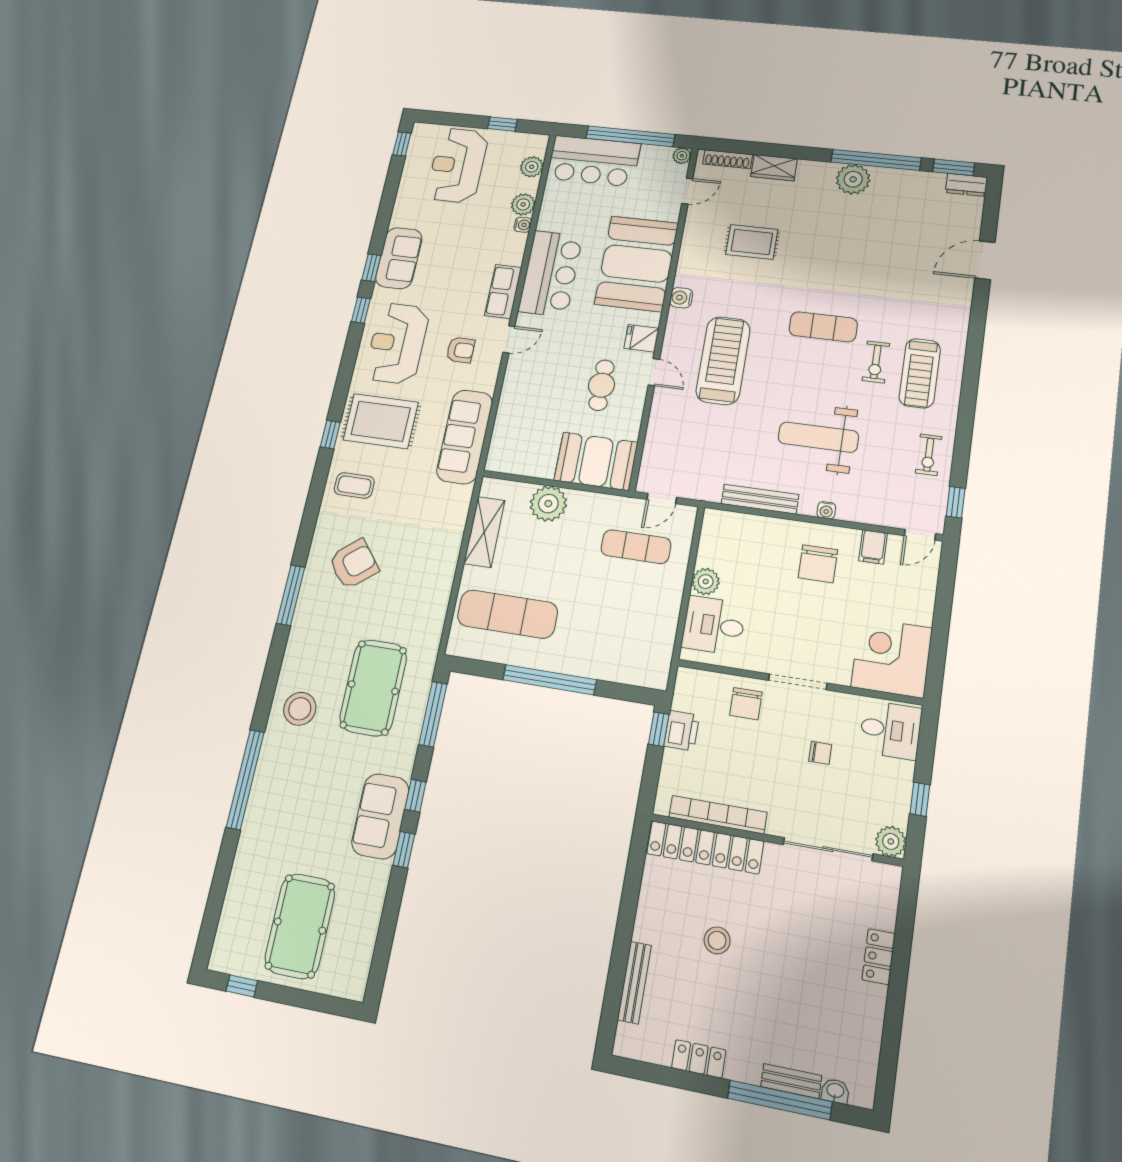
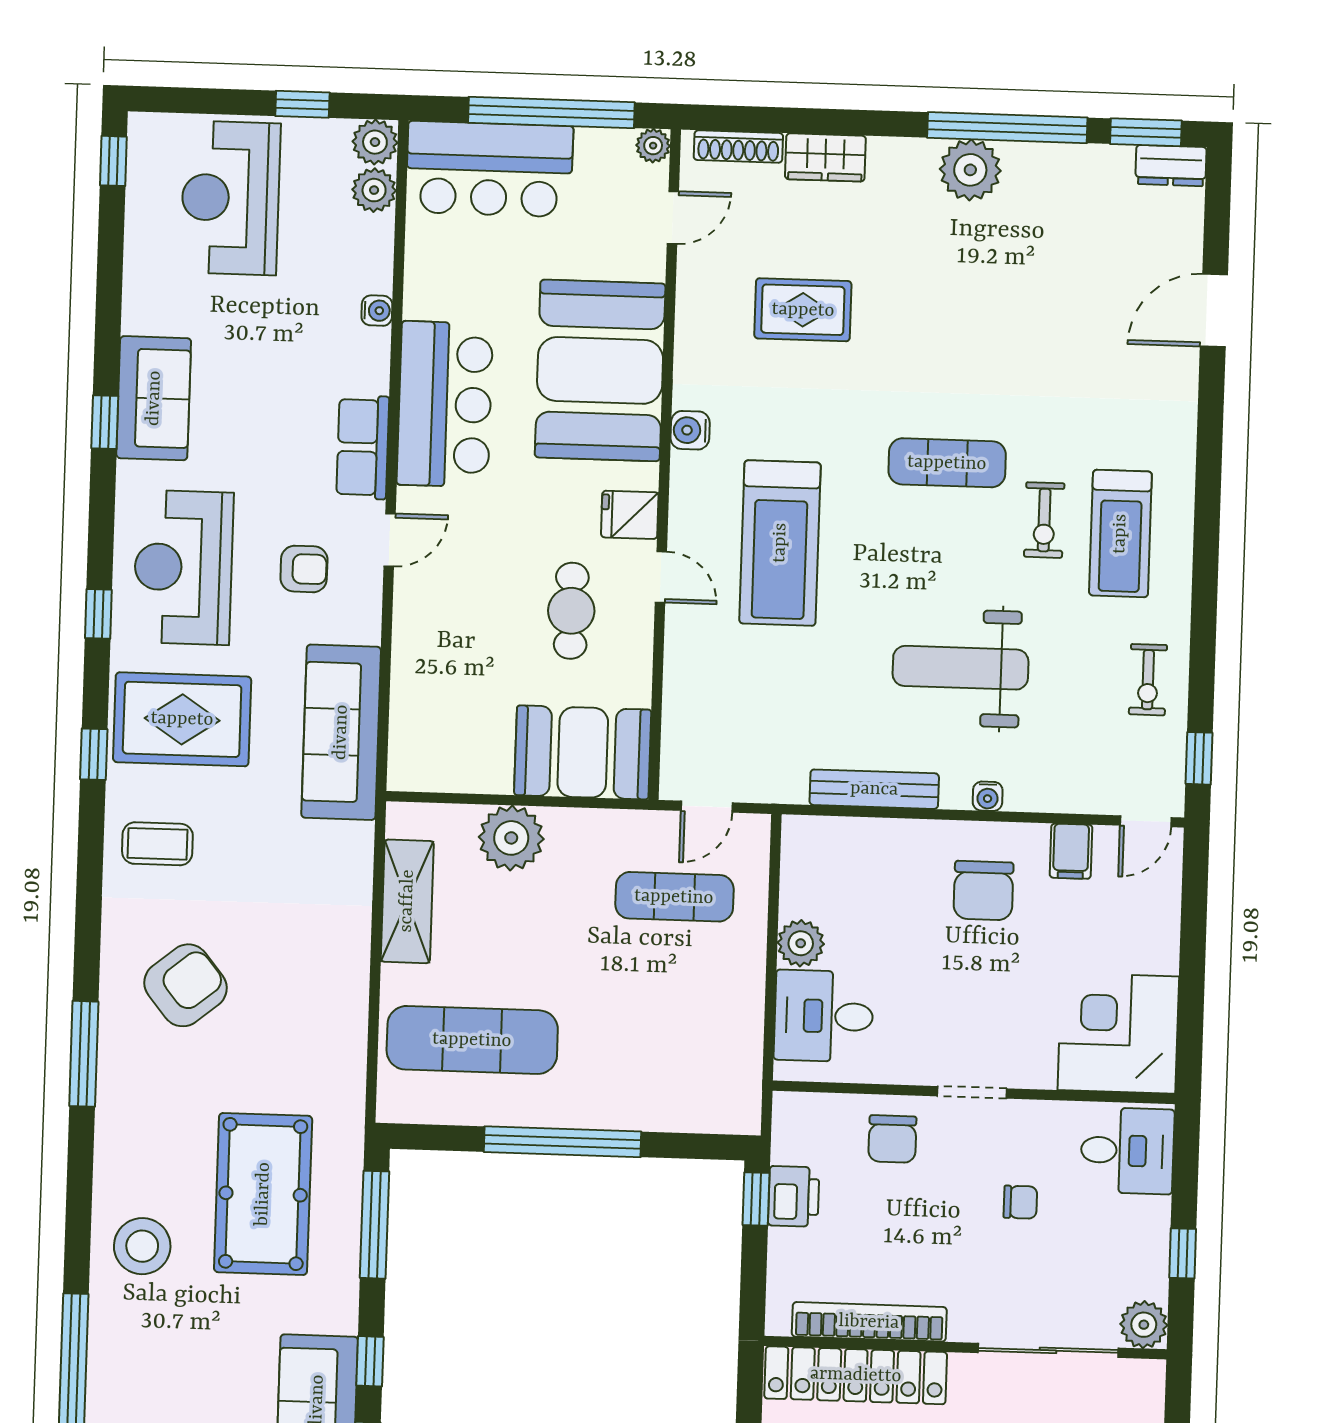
plant: (523, 204) -> (375, 142), moved
window: (361, 310) -> (98, 614), moved
treadmill: (723, 361) -> (780, 543), turned 180
doorway: (798, 682) -> (972, 1092), width x0.73

